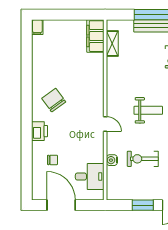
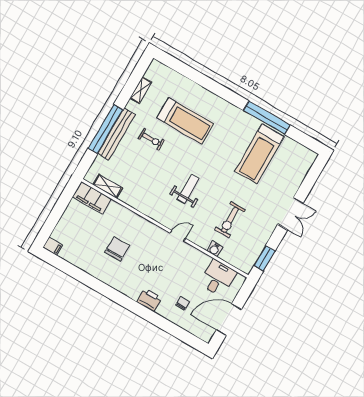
chair: (54, 100) -> (117, 249), moved, turned 126
window: (143, 205) -> (265, 258), moved

